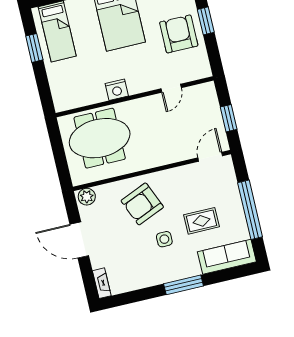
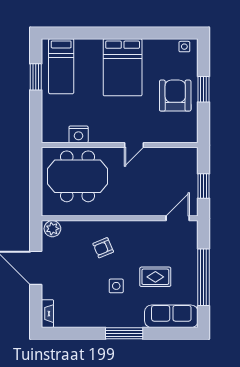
door: (171, 88) -> (134, 145), moved
nightstand: (117, 90) -> (79, 134), moved
armchair: (142, 204) -> (103, 248), width x0.53, depth x0.53

